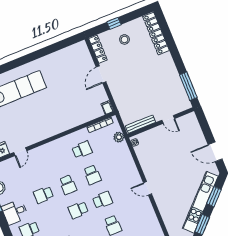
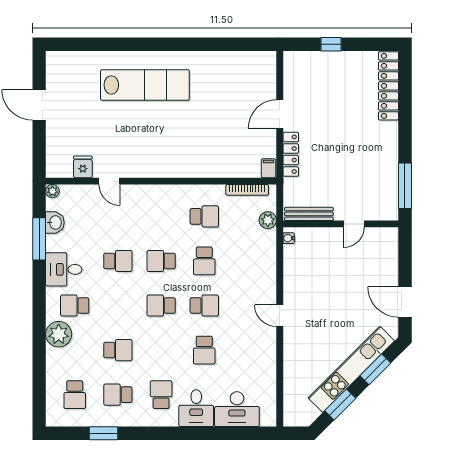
stool: (124, 39) -> (337, 75), removed
locker: (98, 49) -> (291, 154), moved
door: (168, 119) -> (354, 224), hinge flipped
door: (20, 152) -> (109, 181), hinge flipped
school desk: (68, 185) -> (161, 261), turned 90
school desk: (43, 195) -> (118, 261), turned 180

